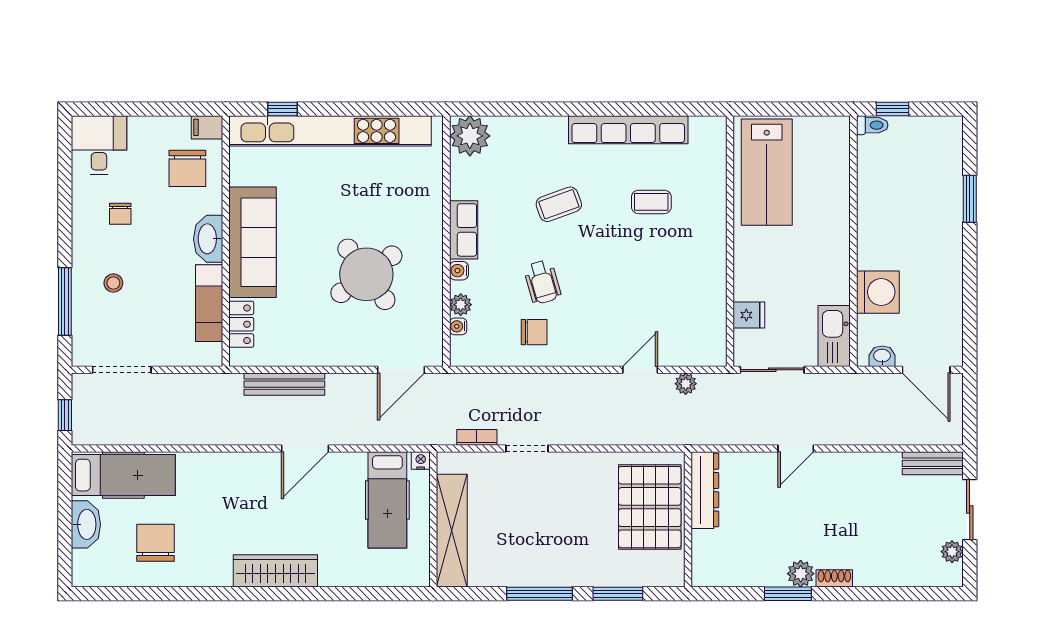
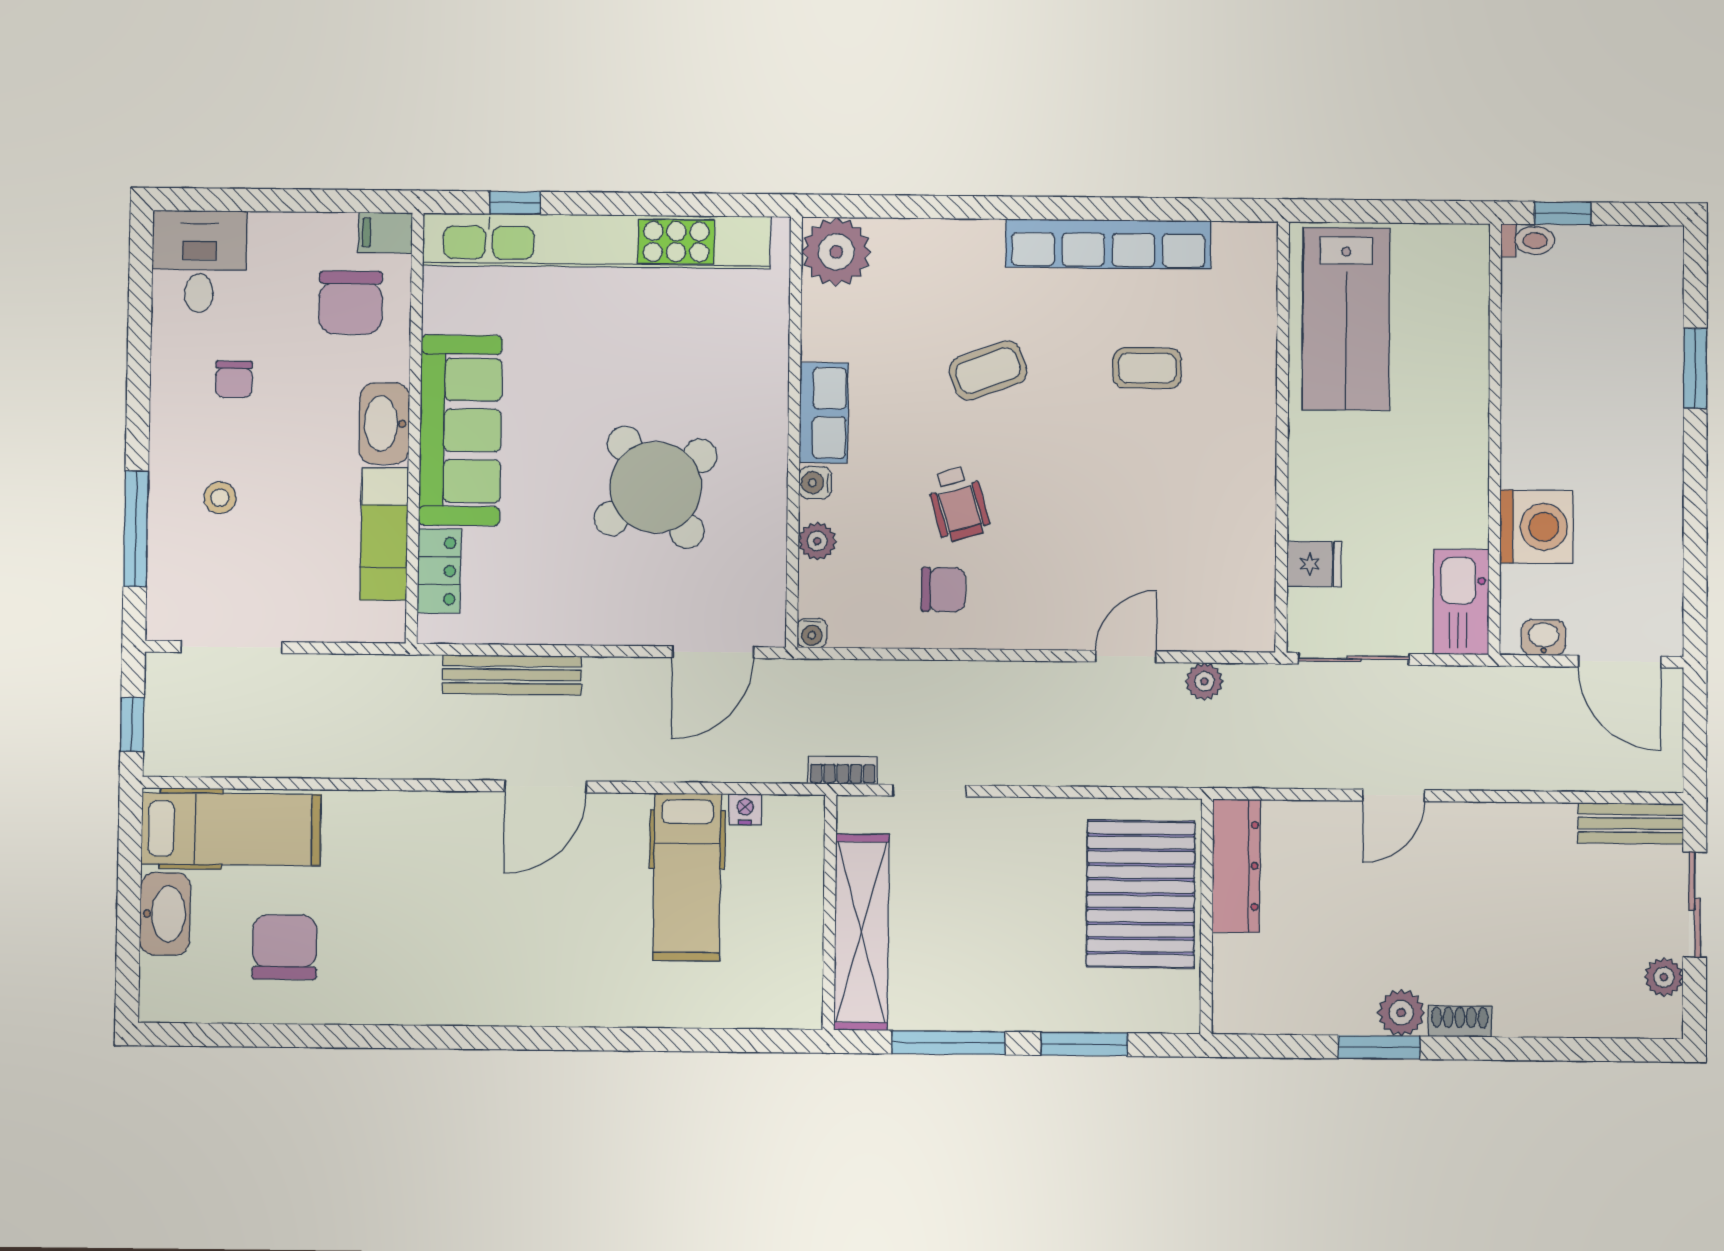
water cooler: (458, 326) -> (812, 633), moved, turned -90
wall: (433, 519) -> (829, 912), moved
shelving: (452, 531) -> (861, 932), moved
wardrobe: (275, 571) -> (492, 998), removed

